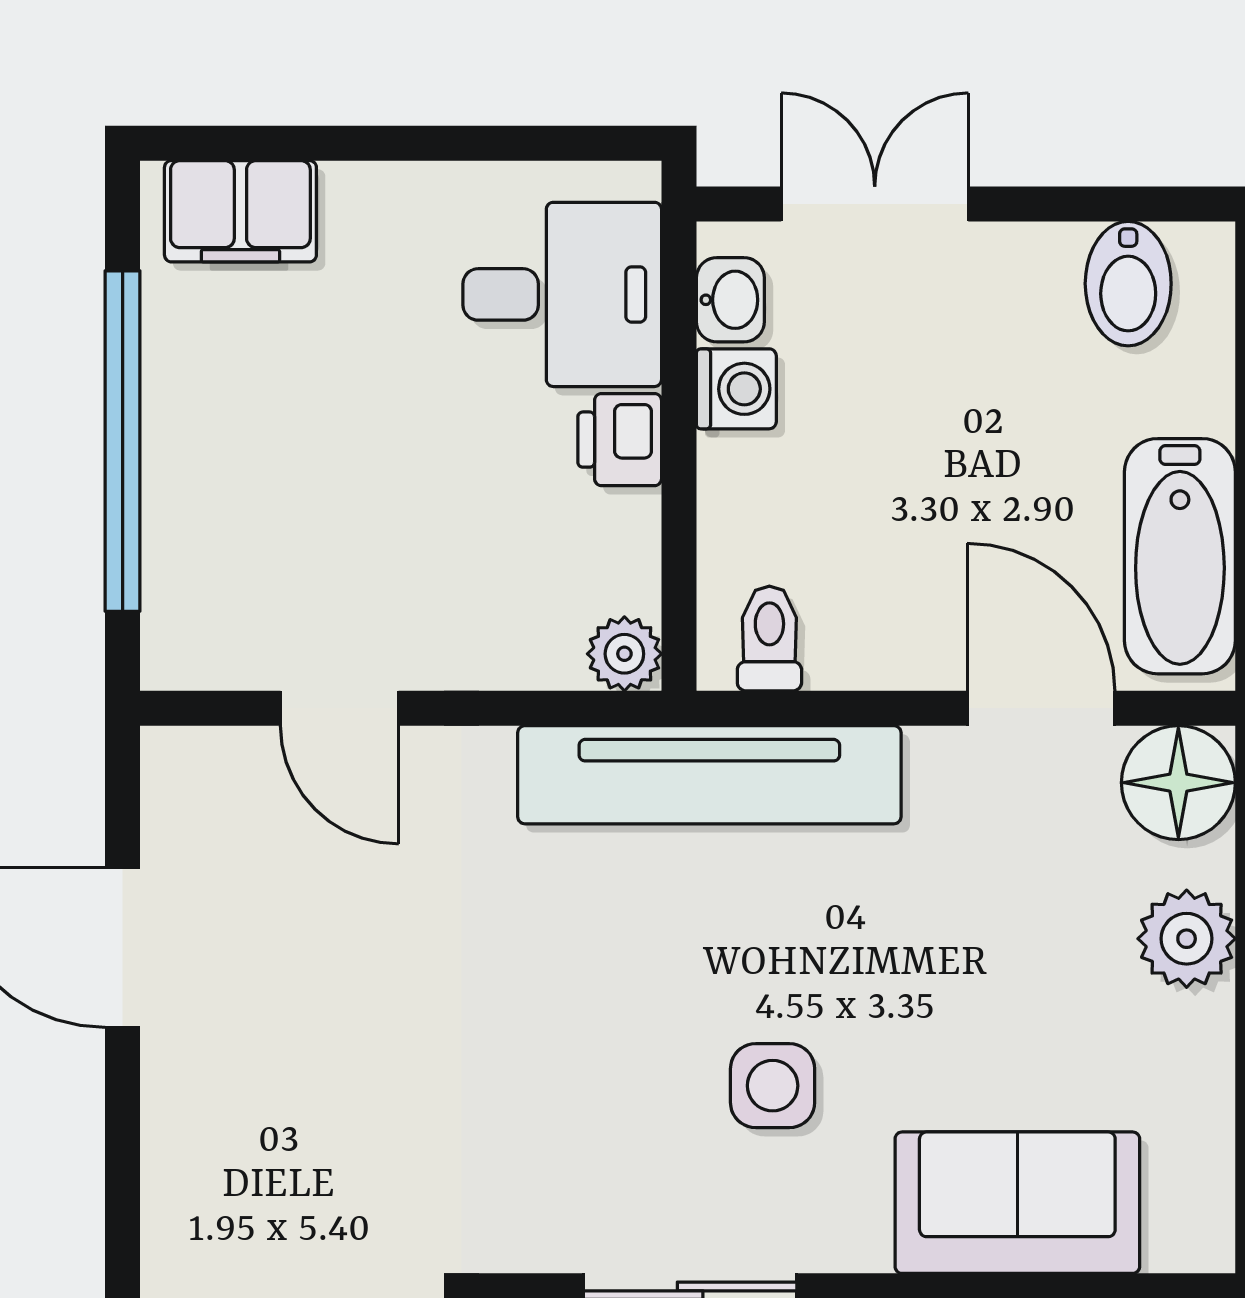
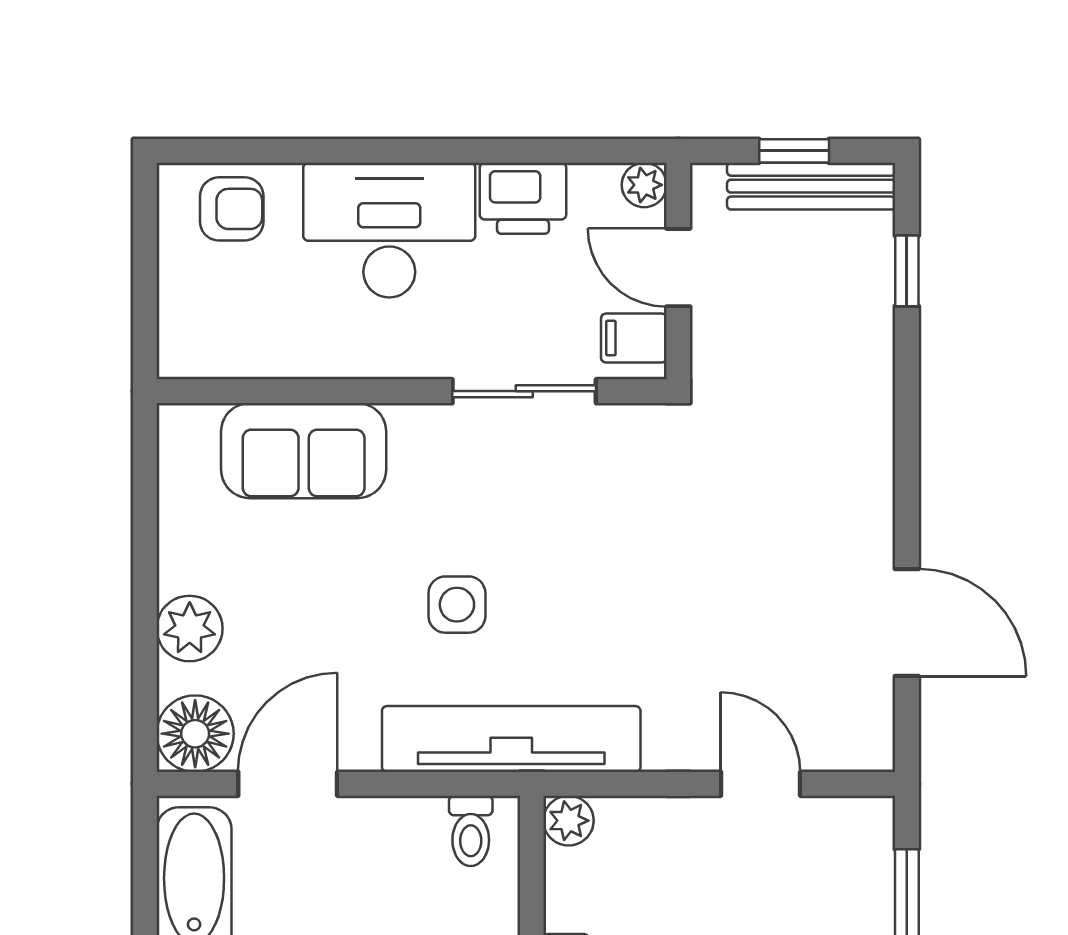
door: (1041, 708) -> (288, 784), swing flipped
side table: (773, 1086) -> (457, 605), moved

